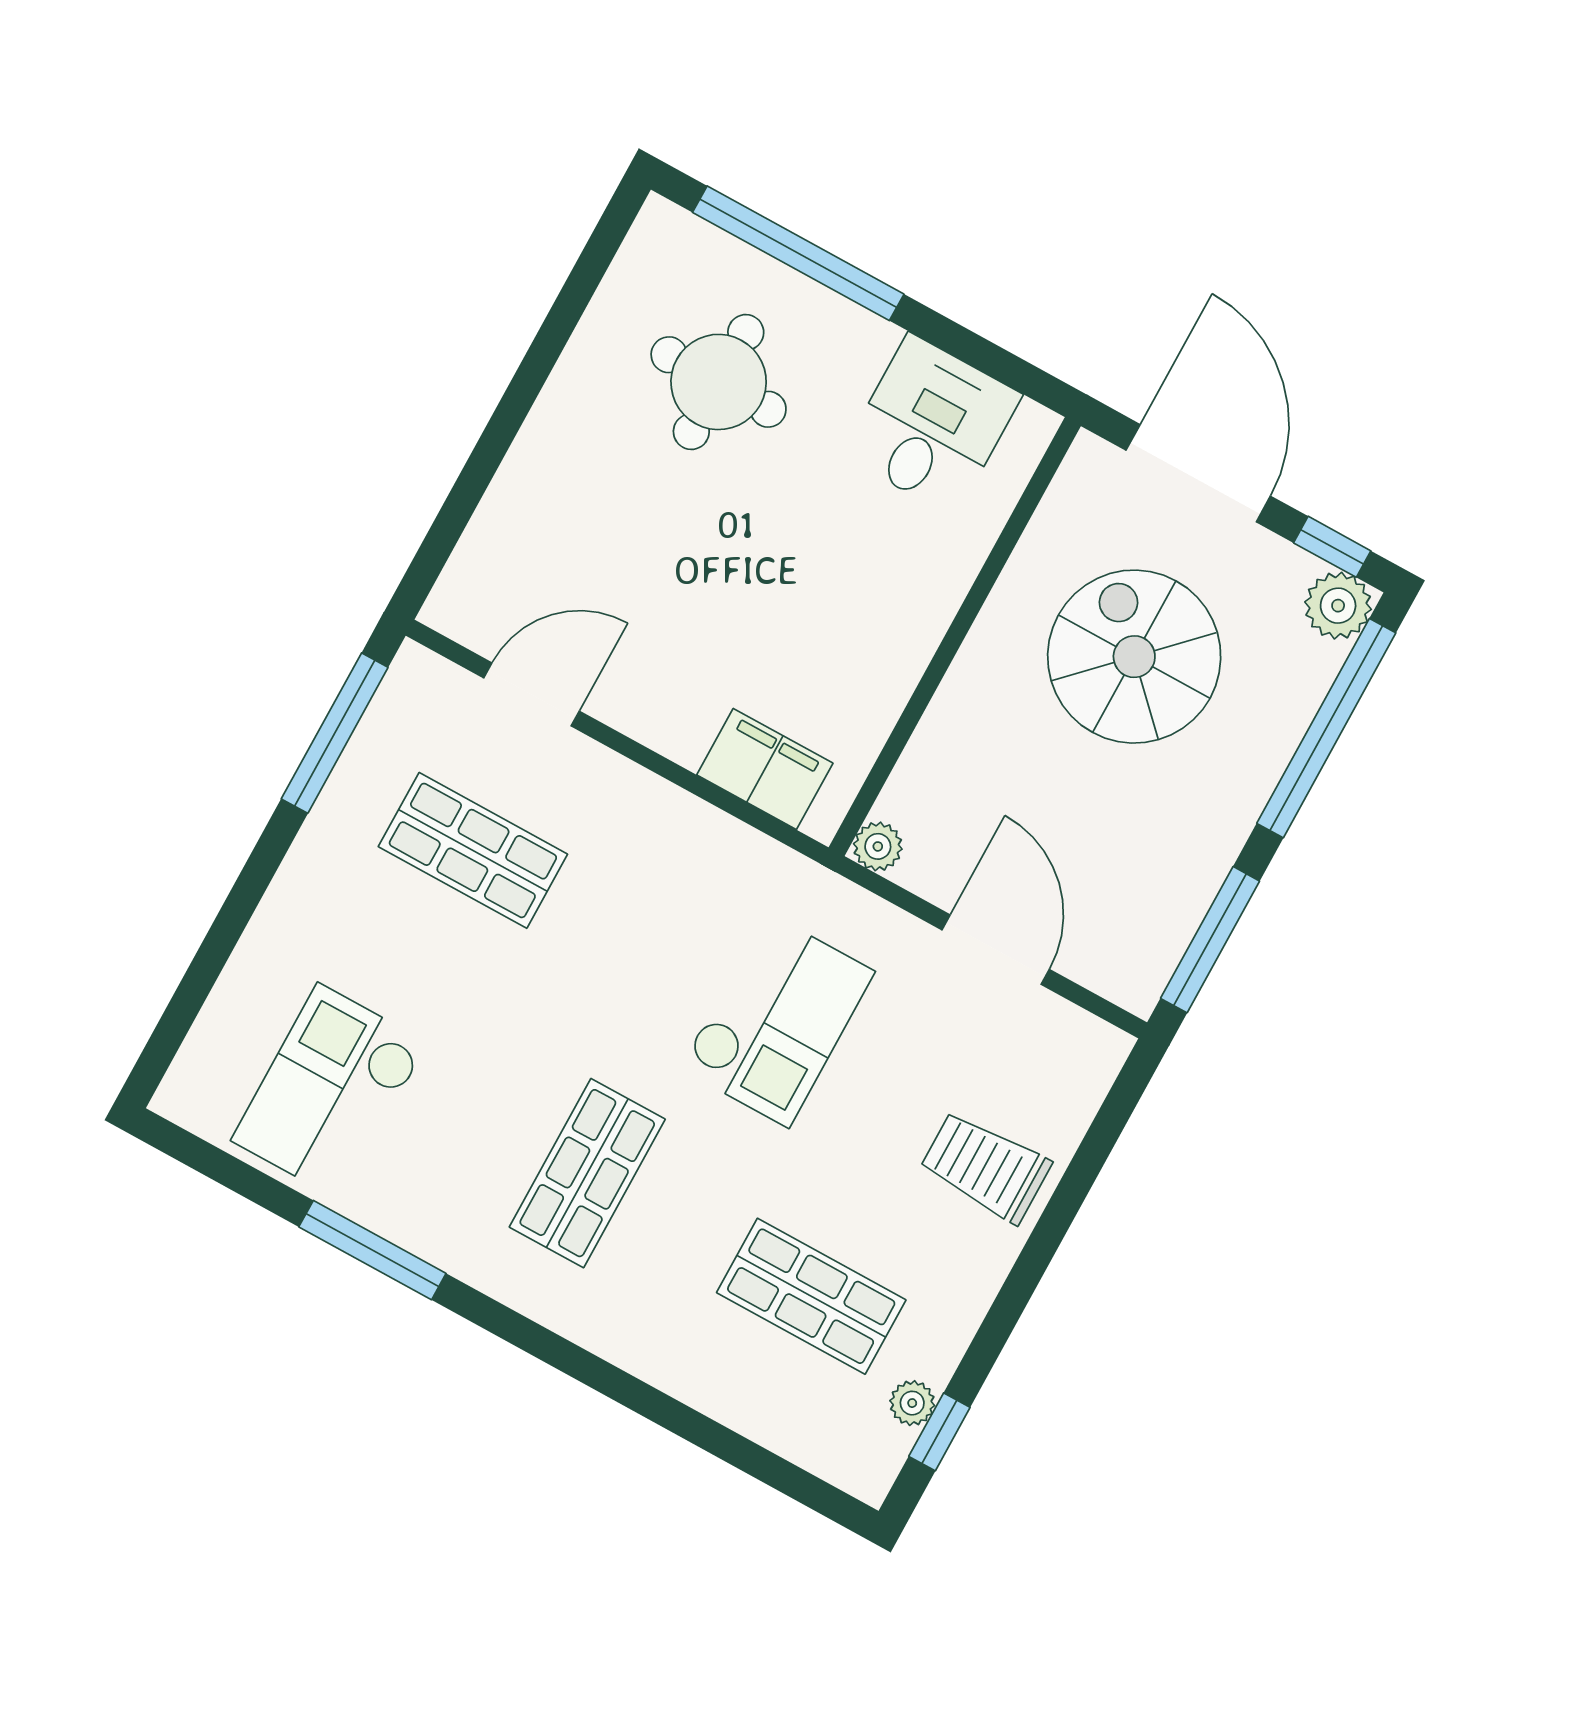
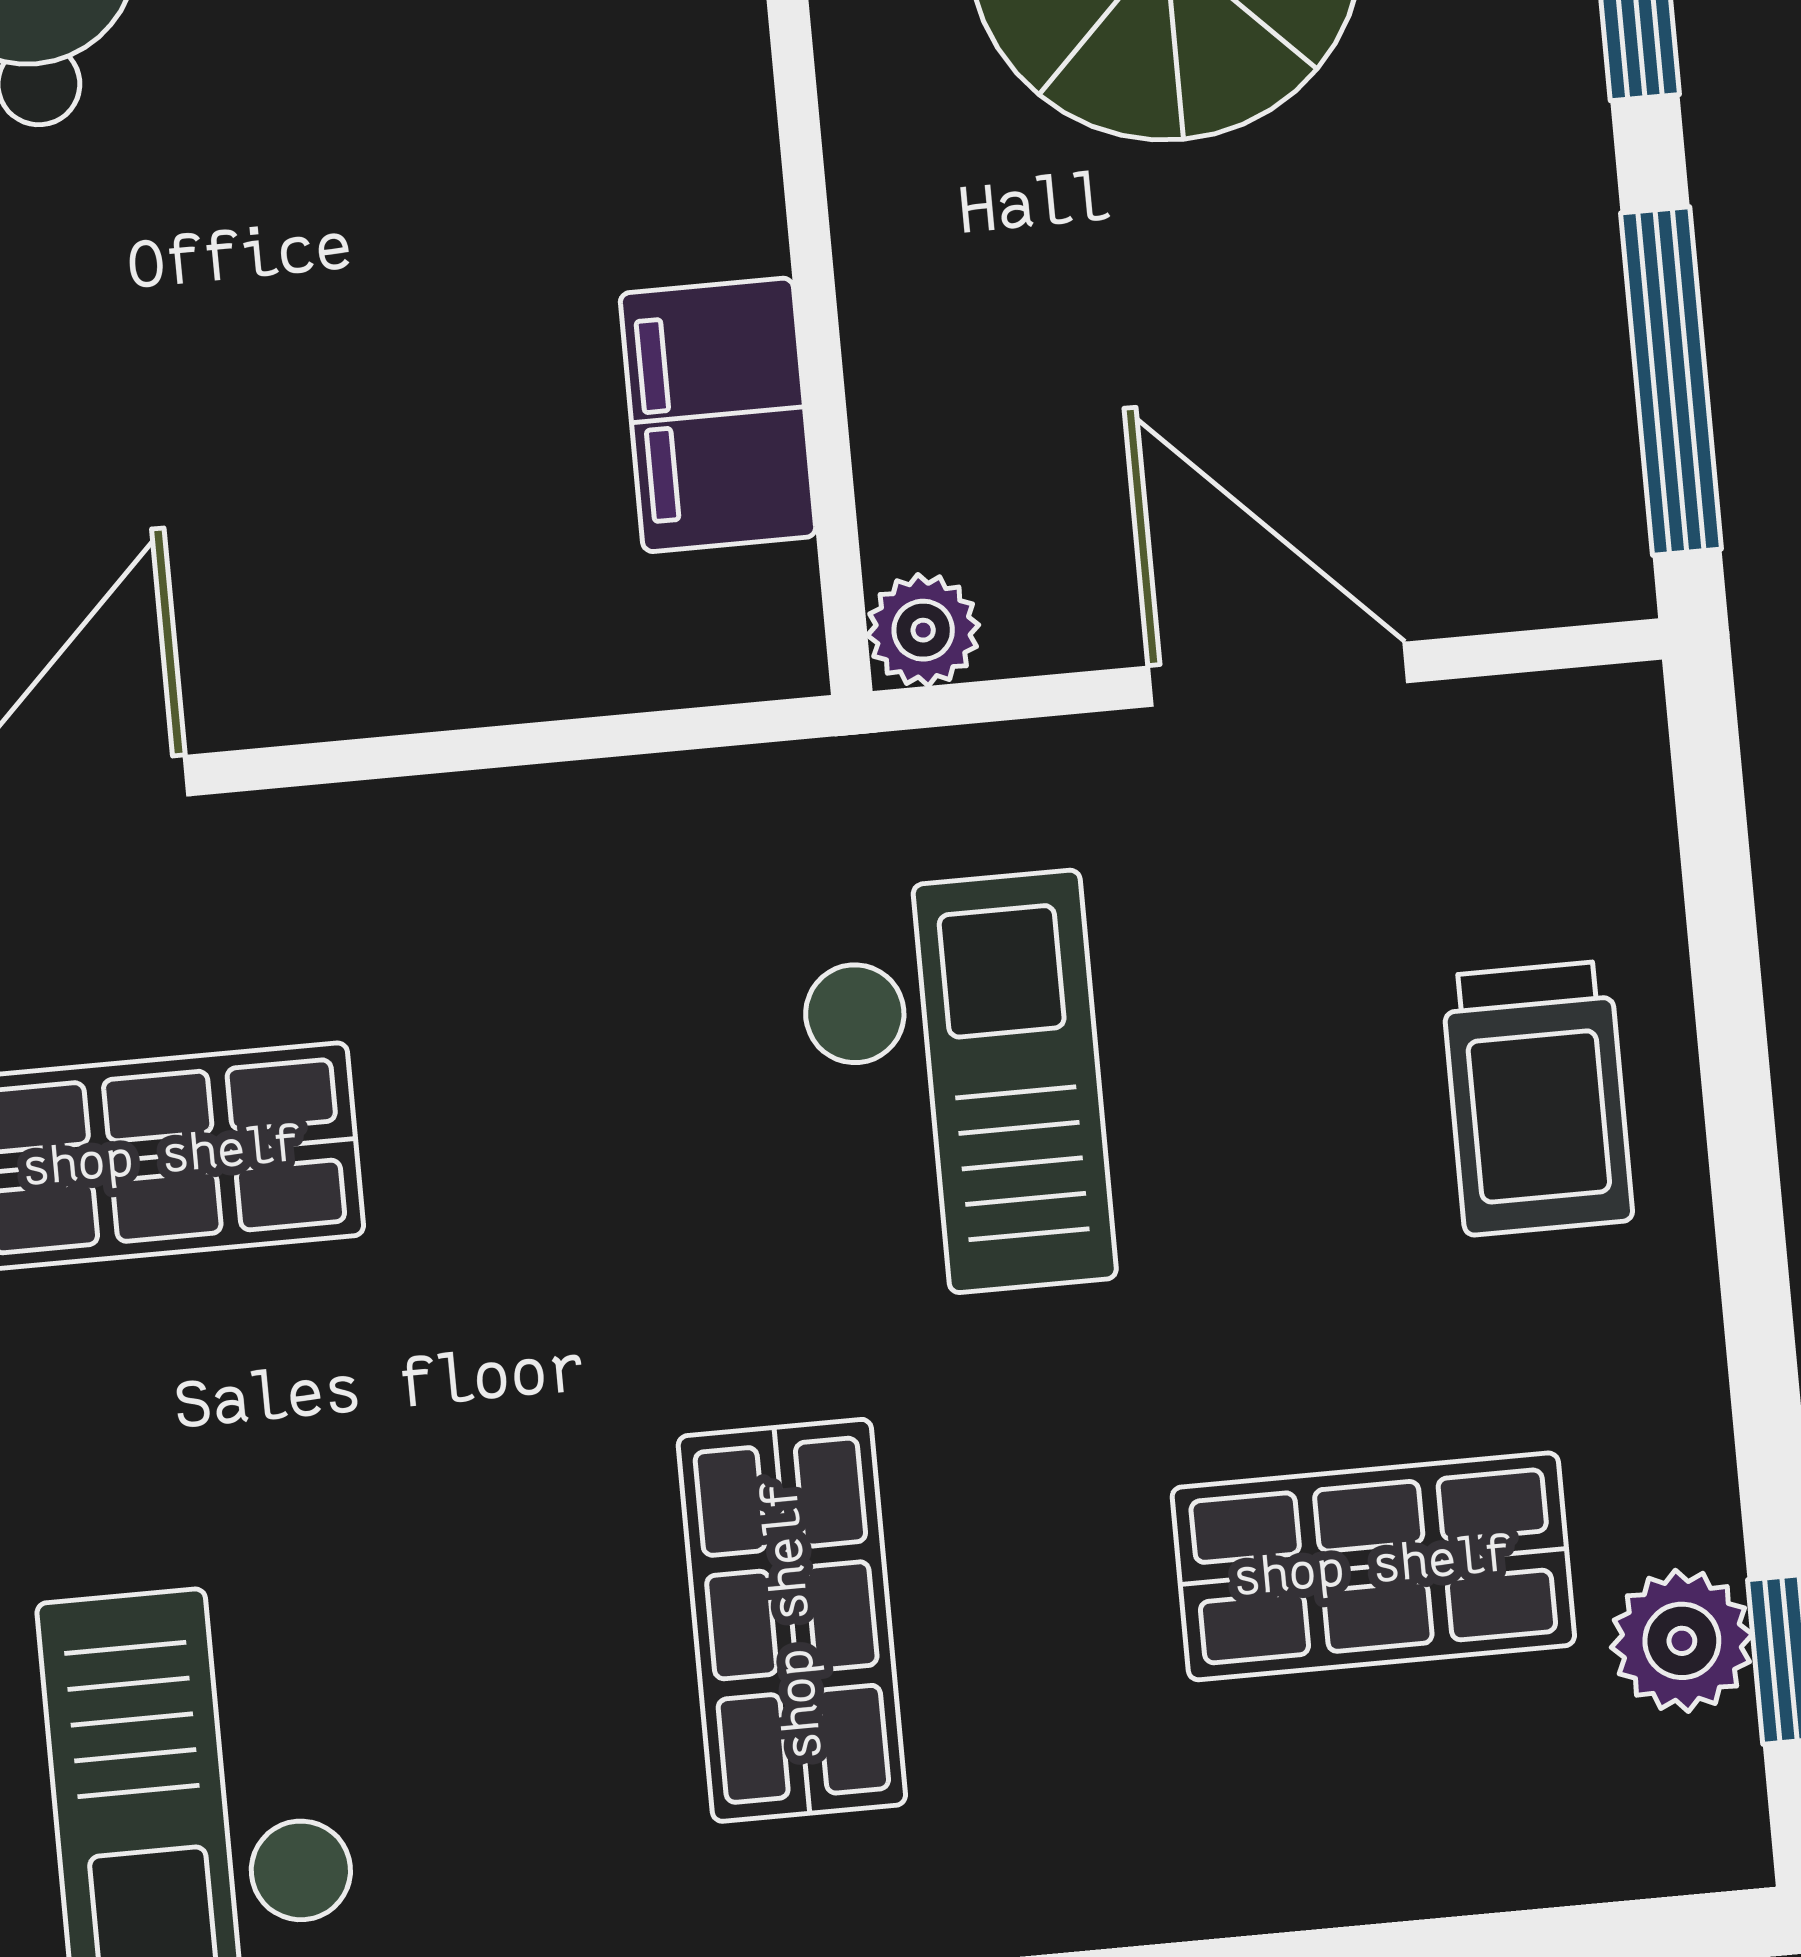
filing cabinet: (765, 769) -> (718, 415), moved, turned -90
trolley: (986, 1167) -> (1537, 1098), turned -90
plant: (912, 1403) -> (1682, 1641), width x1.38, depth x1.38

